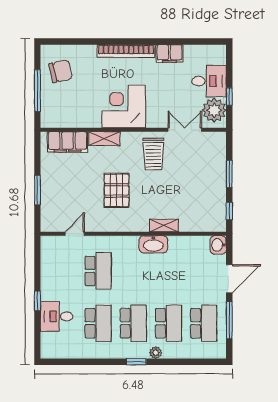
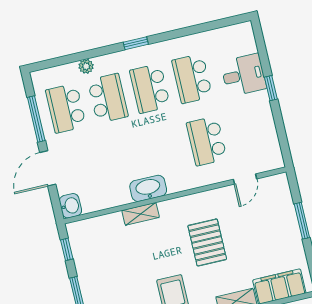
school desk: (169, 323) -> (108, 98), turned 180
plant: (156, 353) -> (86, 66), moved

